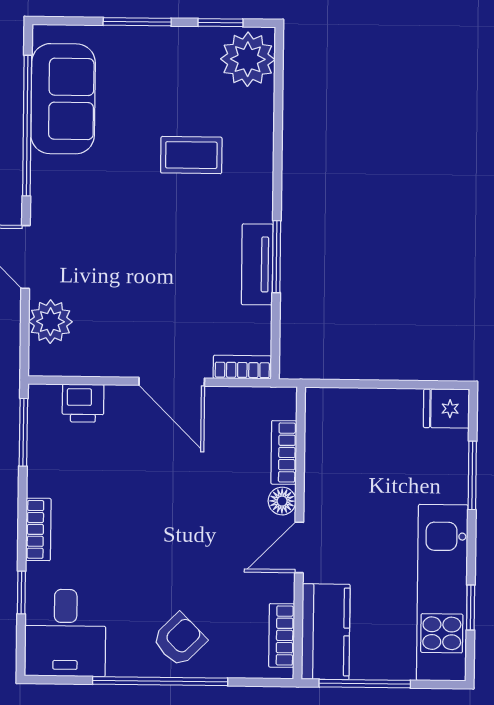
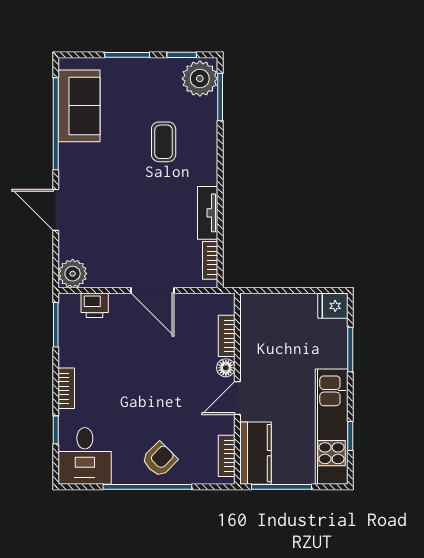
coffee table: (191, 155) -> (164, 142), turned 90
window: (276, 257) -> (220, 97), moved
plant: (50, 322) -> (73, 274), moved
bookcase: (242, 367) -> (210, 260), moved, turned -90

